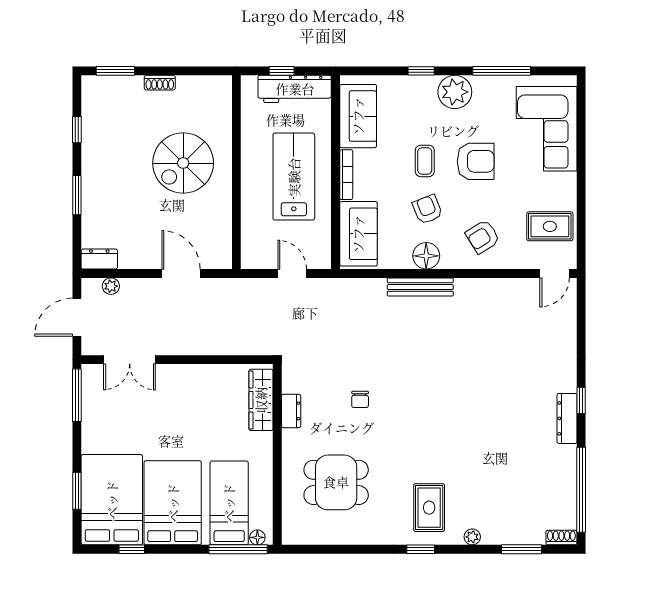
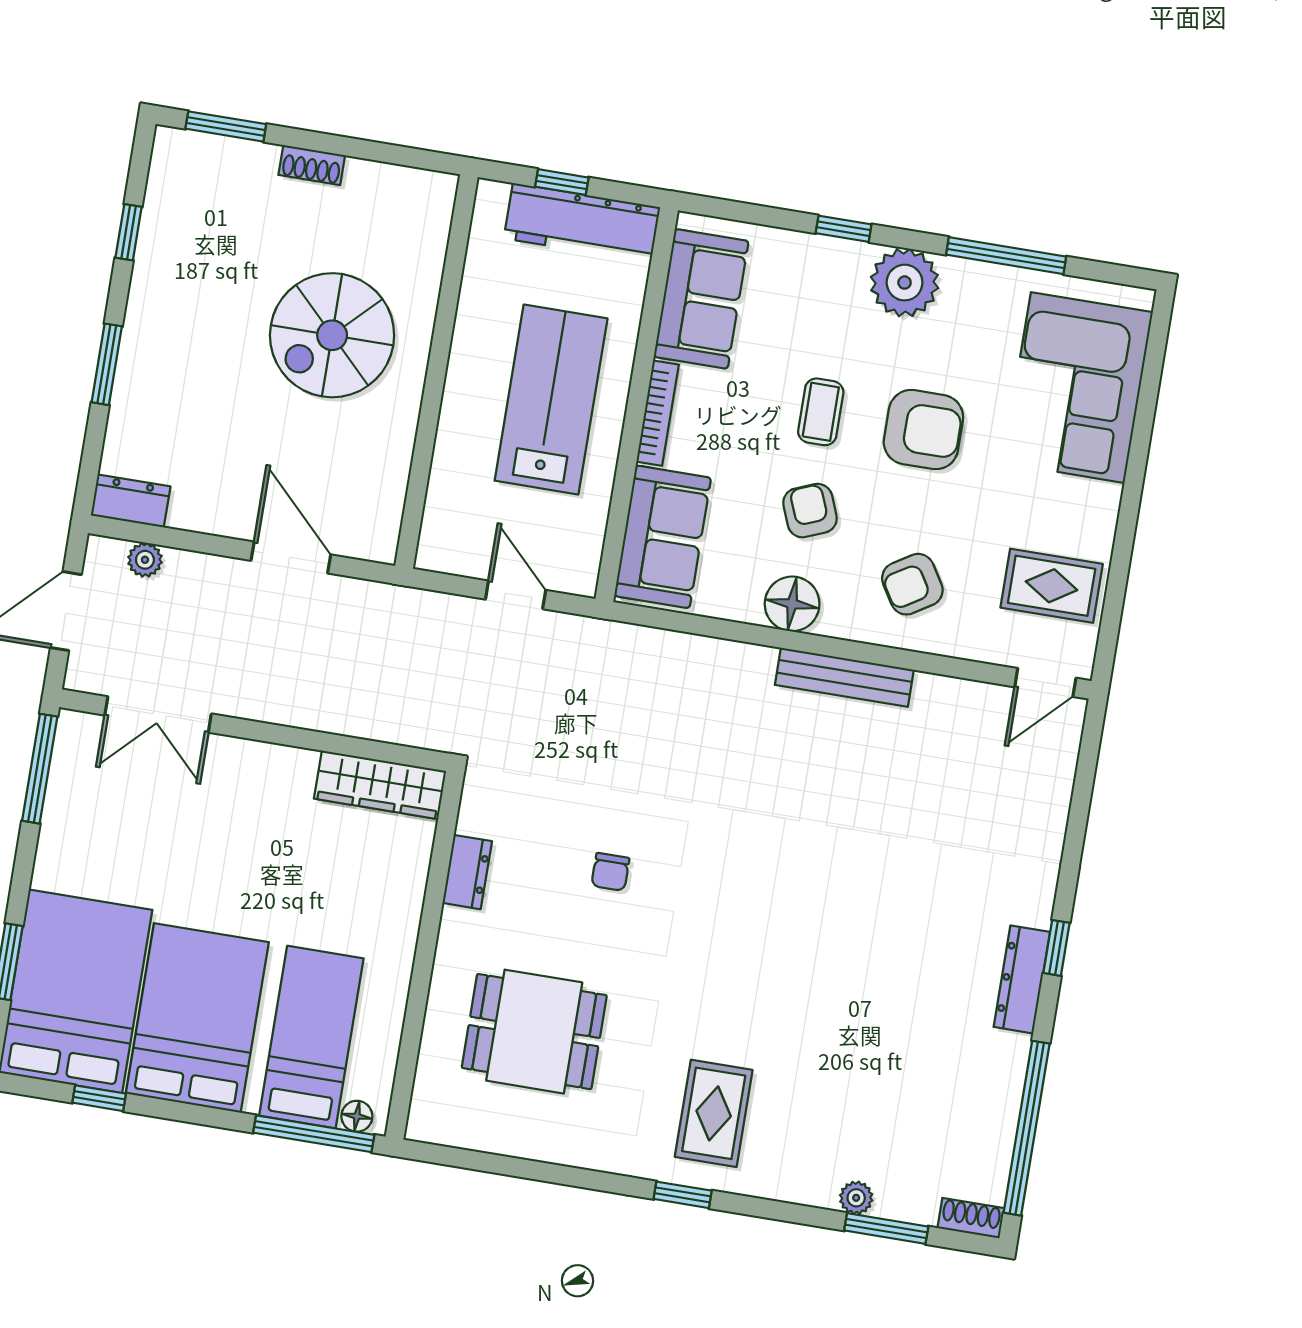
bench: (420, 287) -> (844, 677), moved
wardrobe: (261, 400) -> (380, 785), moved, turned -90
plant: (472, 537) -> (856, 1198), moved

